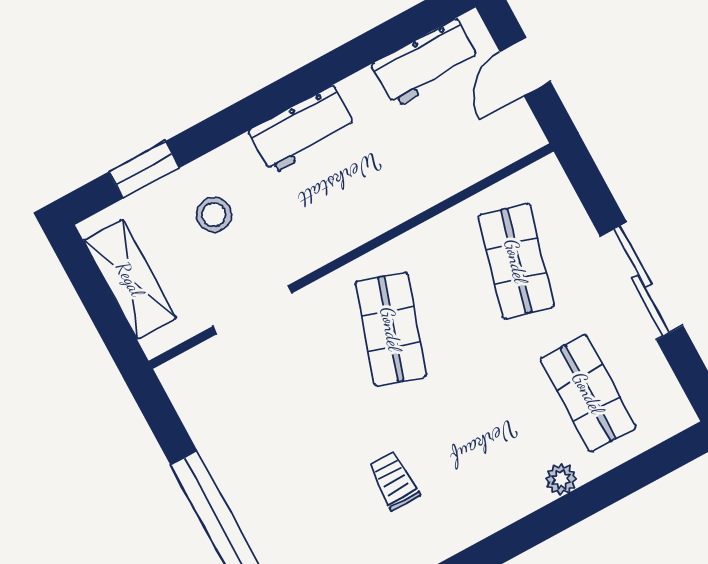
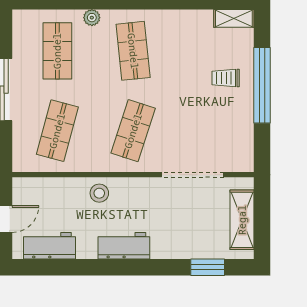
stool: (214, 215) -> (99, 193), moved
doorway: (252, 310) -> (193, 175), width x1.36
shop shelf: (463, 461) -> (133, 51), added
trolley: (394, 481) -> (226, 78), moved, turned 90

